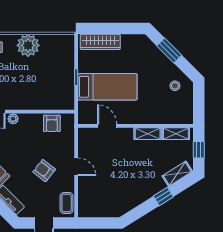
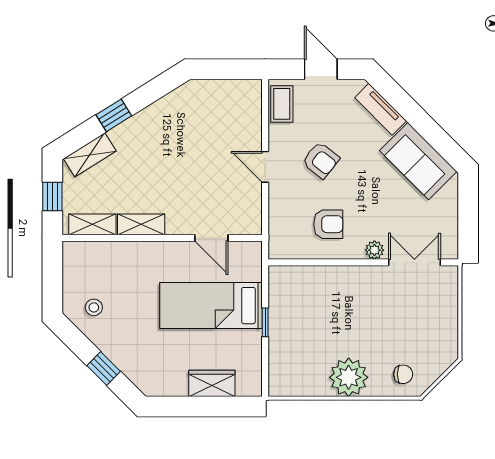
wardrobe: (100, 42) -> (212, 383), width x0.67
window: (169, 51) -> (104, 368), width x0.67
armchair: (52, 123) -> (328, 224), moved, turned 90

